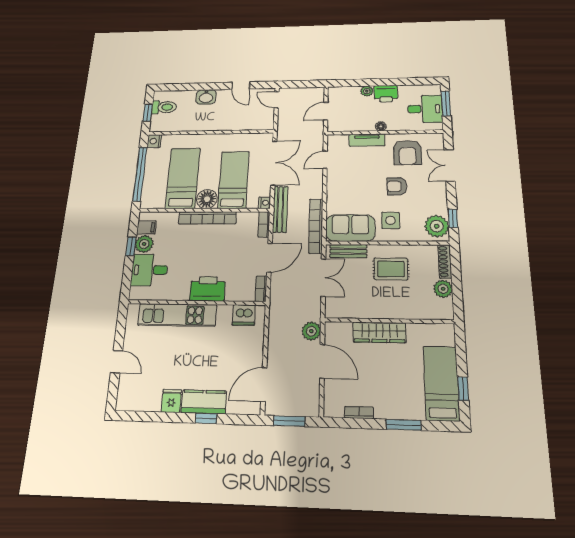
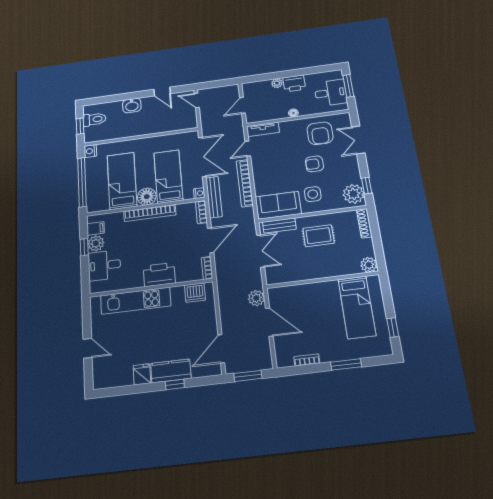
tv unit: (367, 140) -> (263, 129), moved
bookcase: (316, 226) -> (245, 183), moved
plant: (443, 289) -> (369, 265), moved
wardrobe: (379, 332) -> (315, 291), removed
bed: (441, 383) -> (357, 307), moved, turned 180

